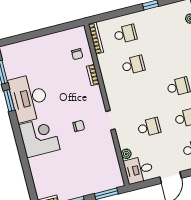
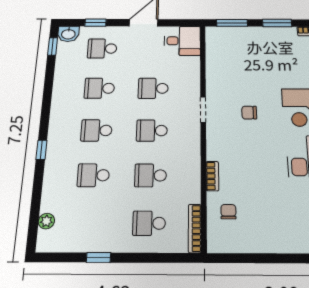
school desk: (170, 56) -> (93, 175), added
school desk: (141, 96) -> (152, 131), added
plant: (126, 154) -> (193, 63), removed

